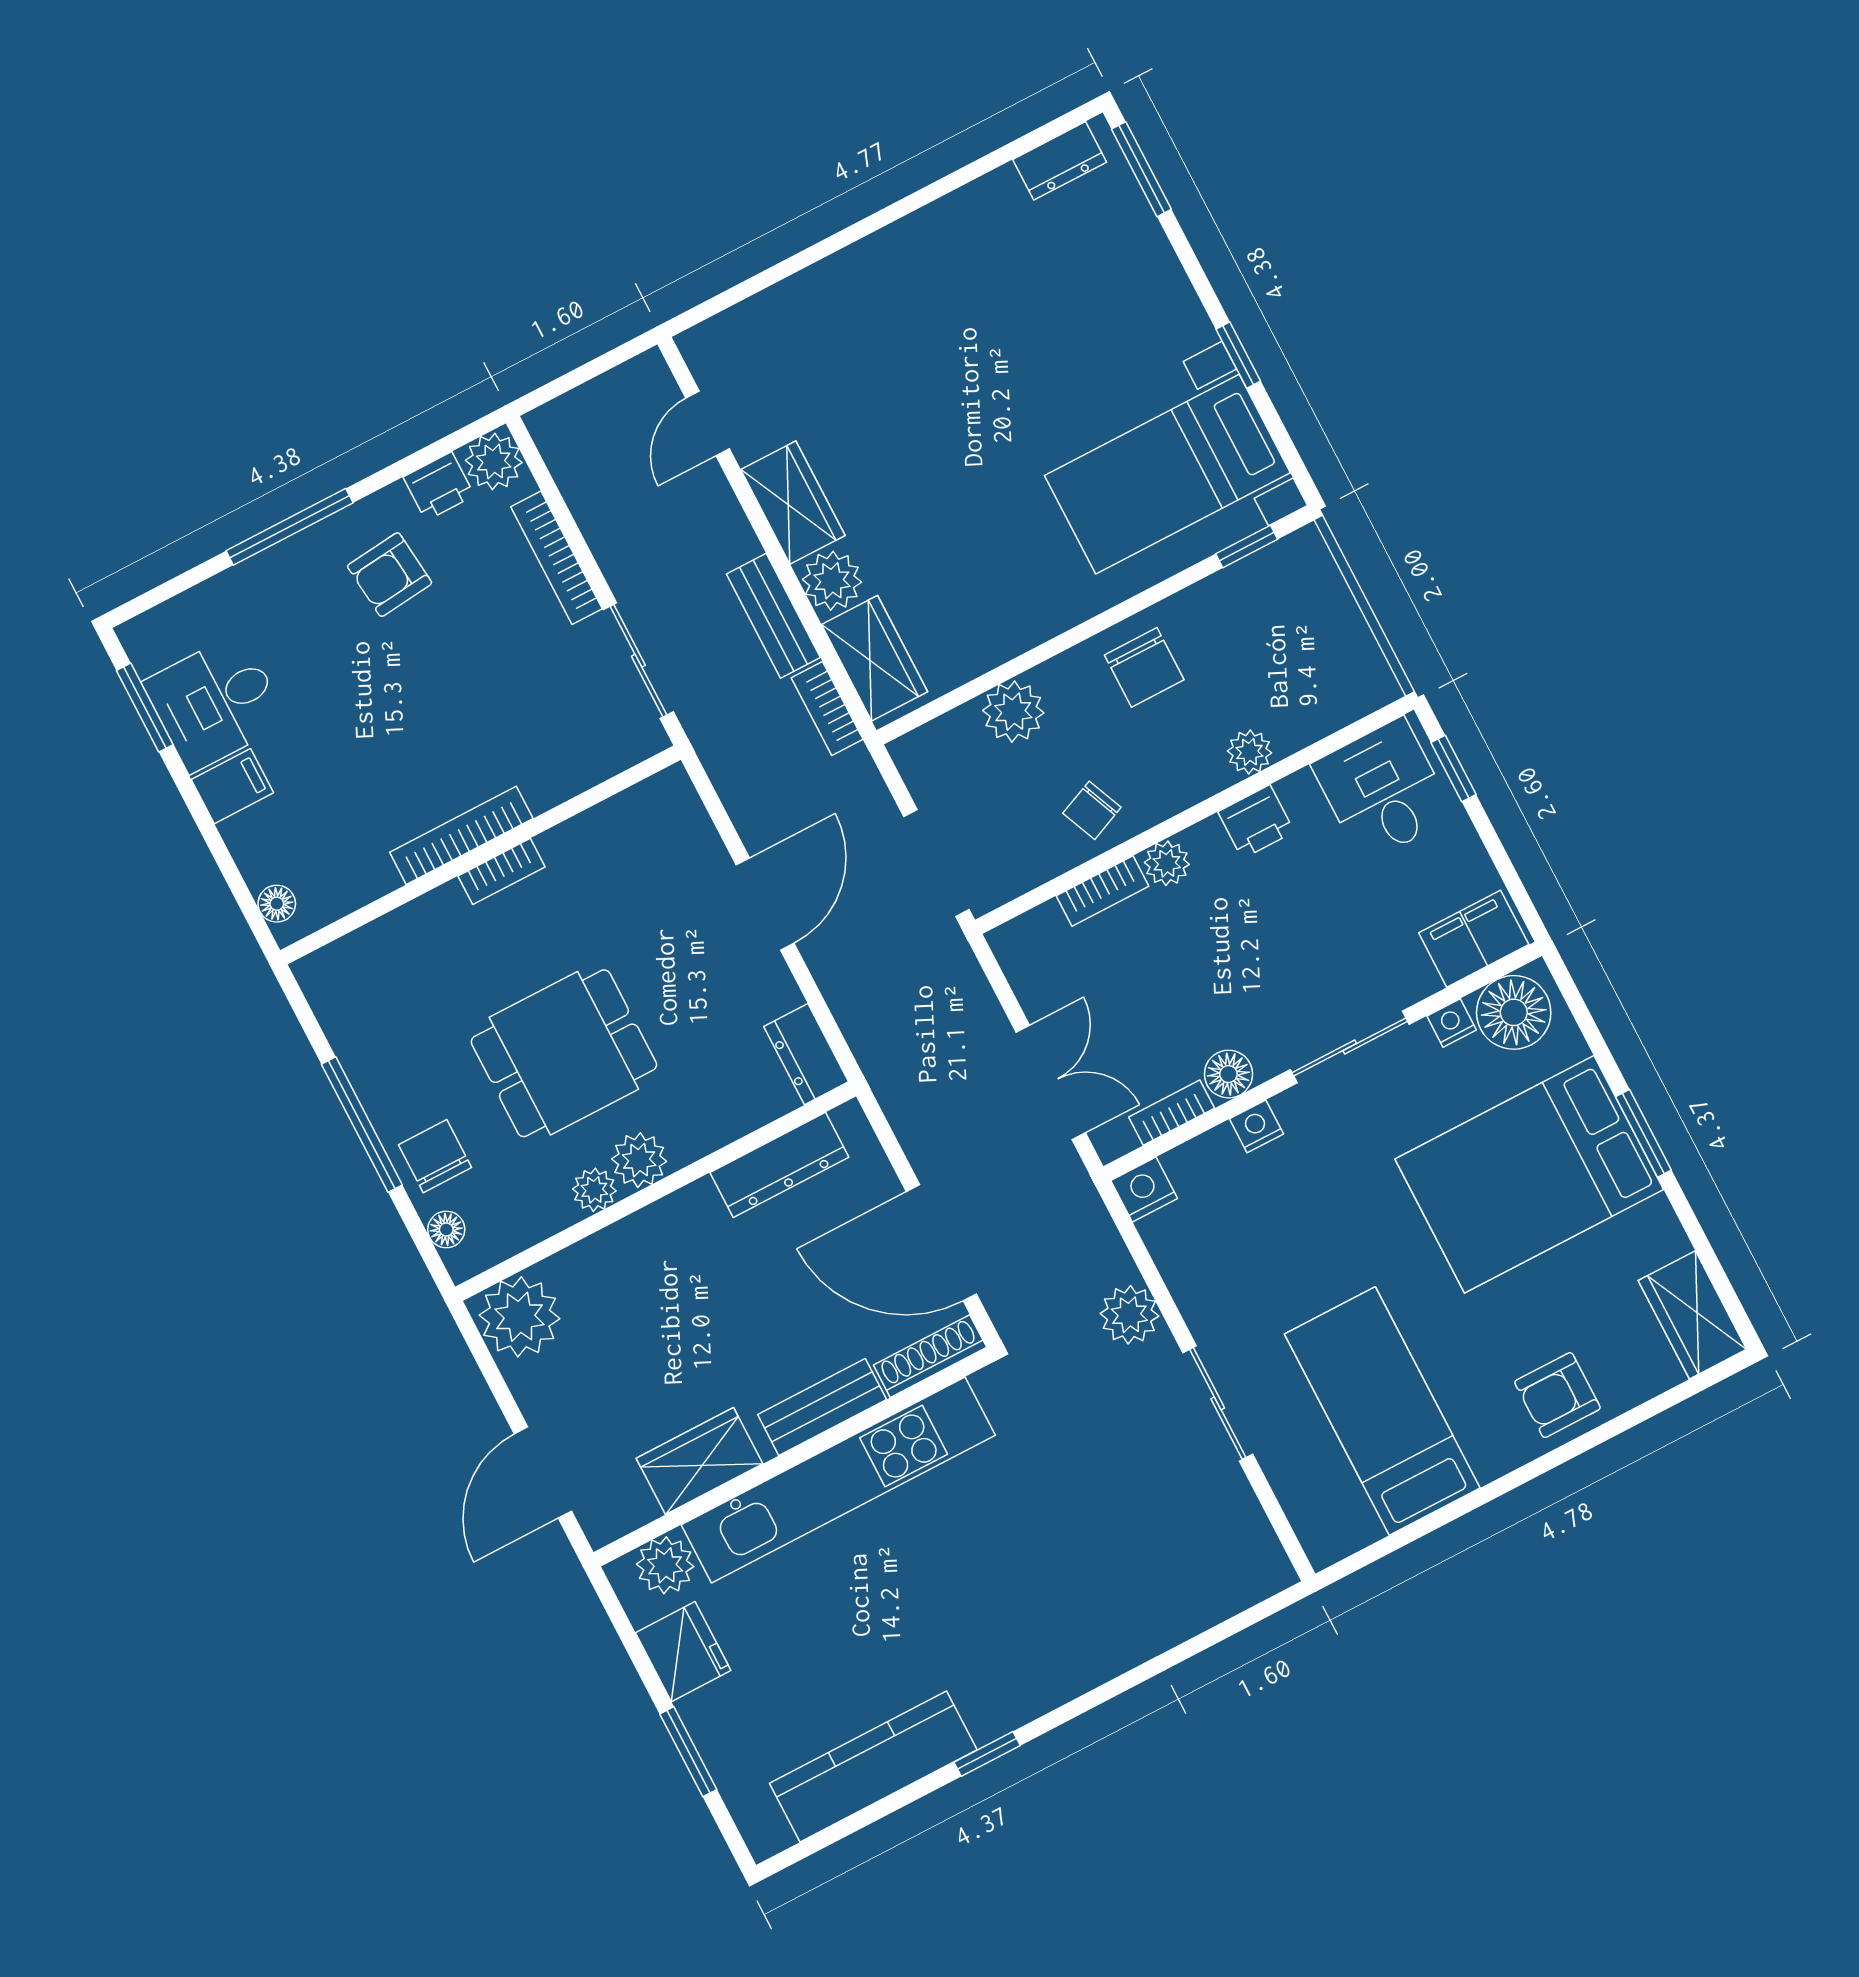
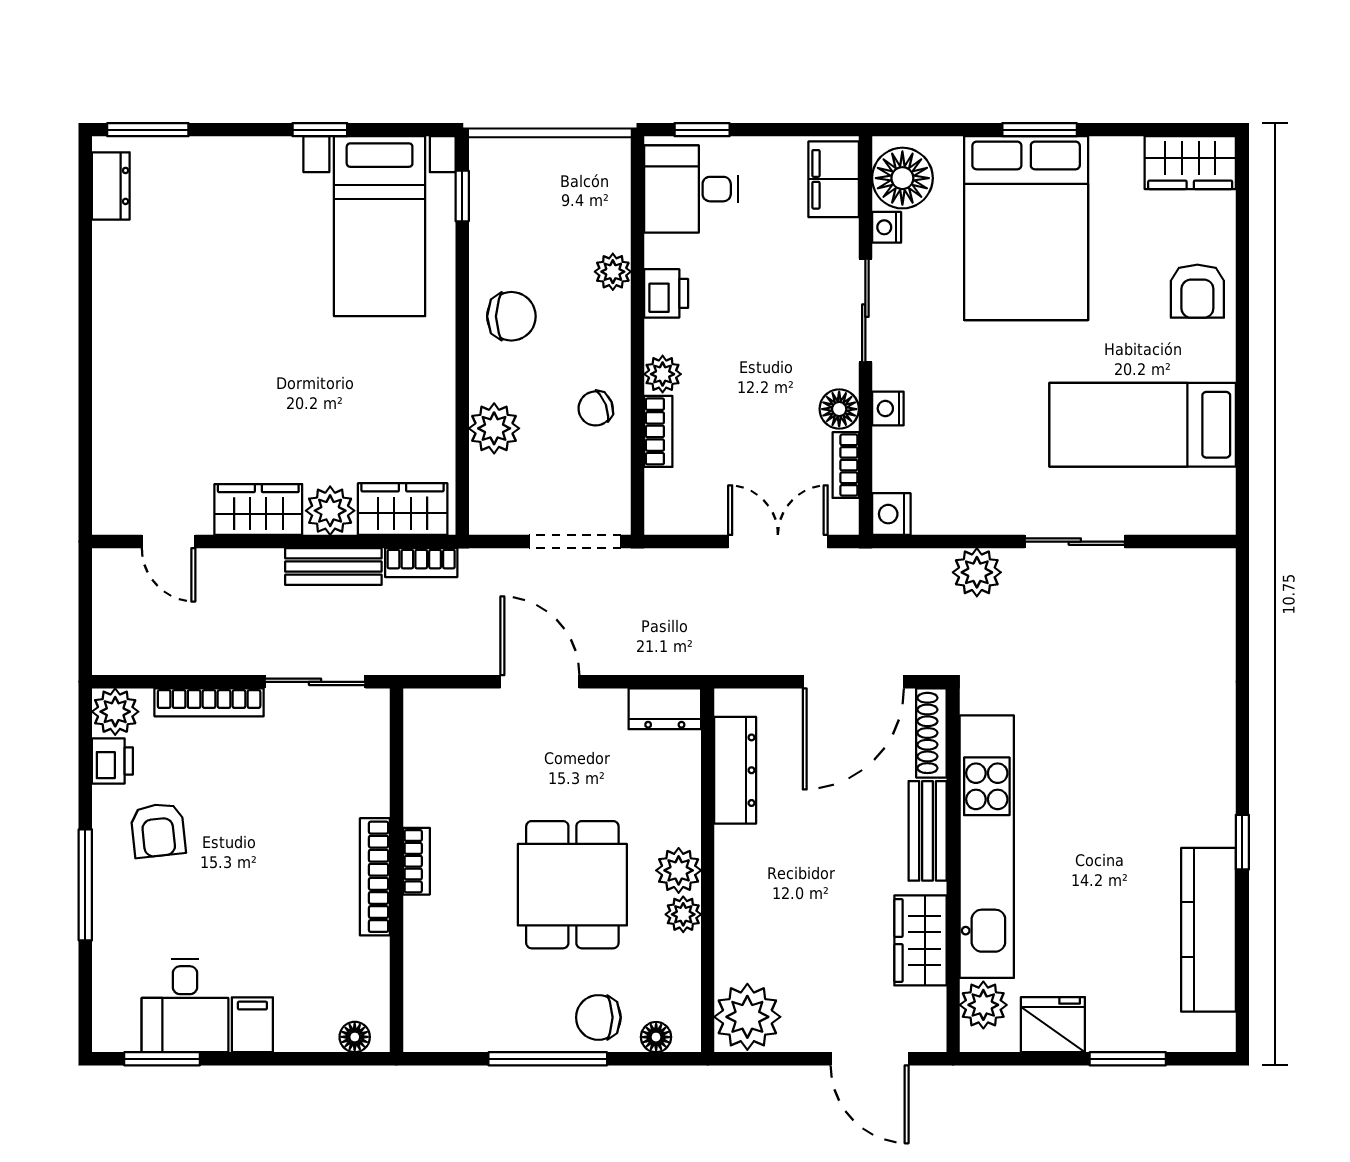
chair: (1092, 810) -> (596, 408), turned 92

